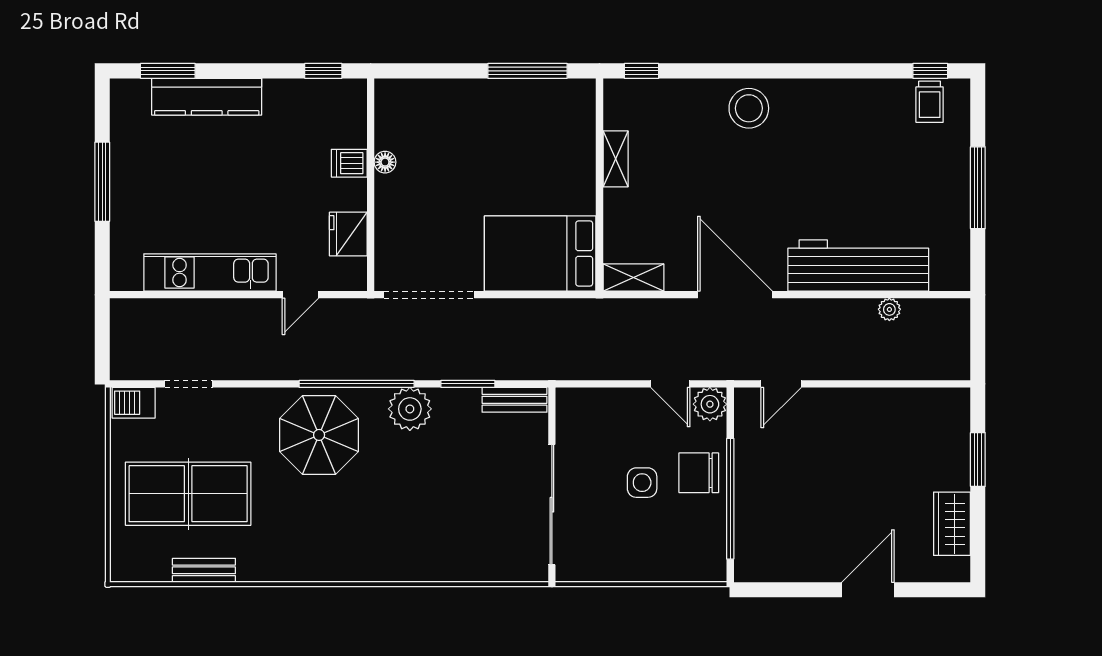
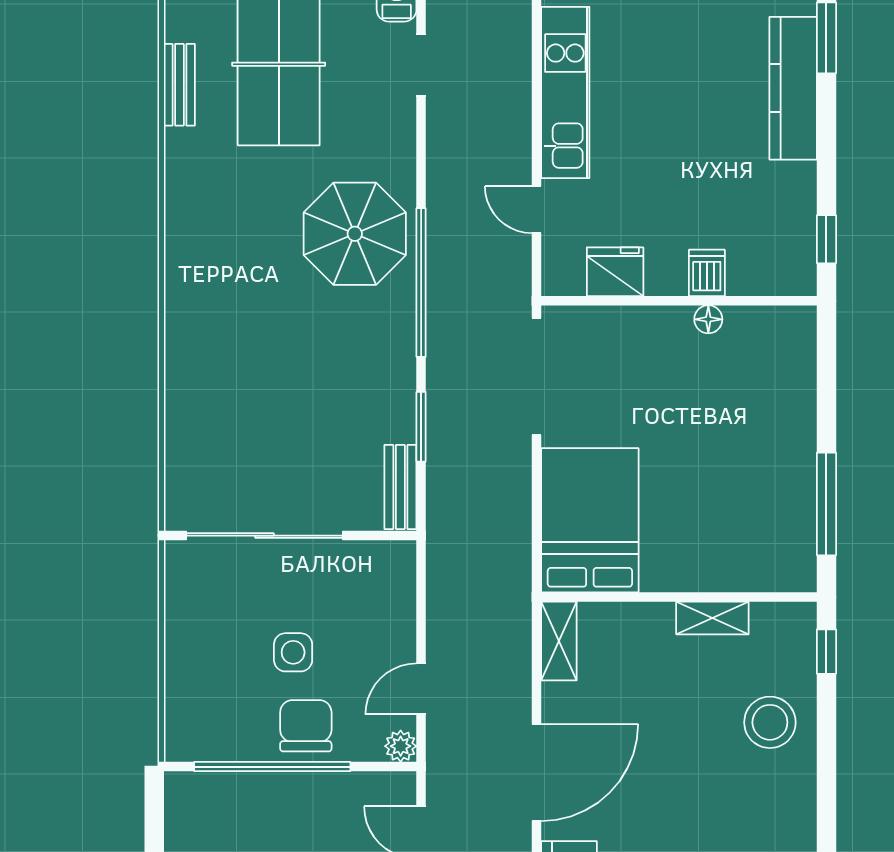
stool: (749, 108) -> (770, 722), moved
plant: (710, 404) -> (401, 746), width x0.73, depth x0.73
plant: (410, 409) -> (388, 351), removed

